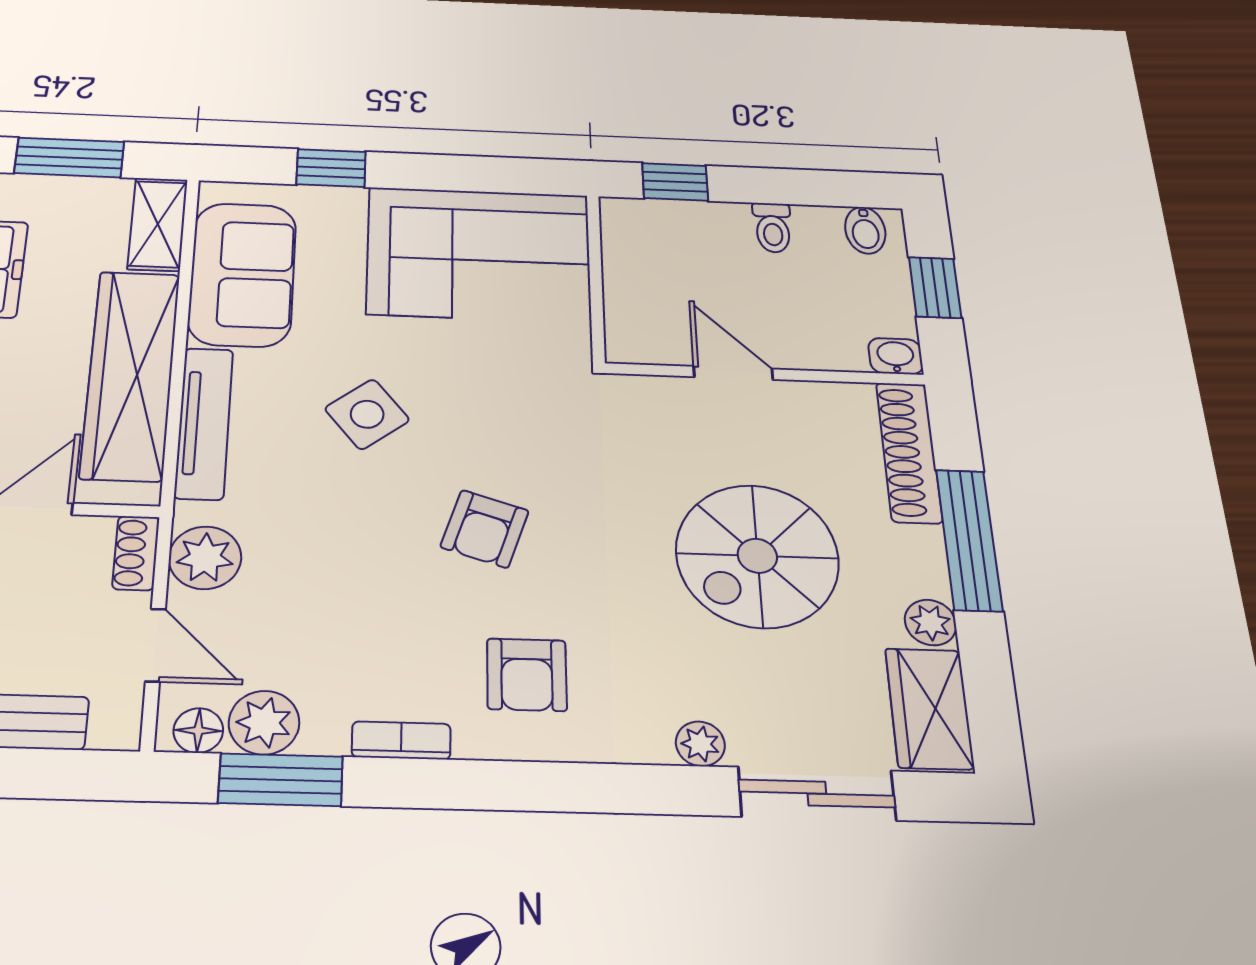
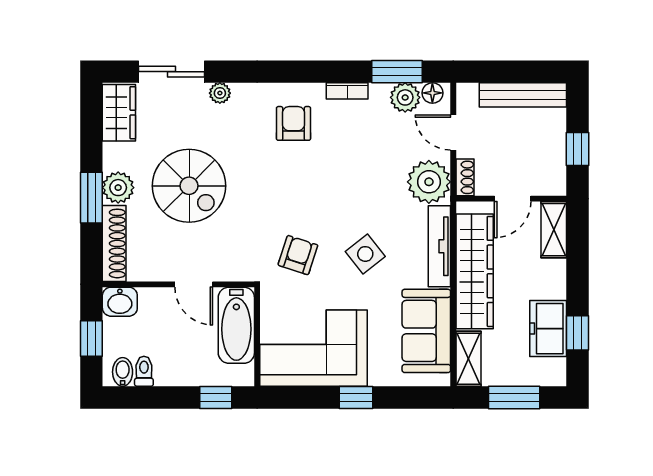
window: (331, 168) -> (356, 398), moved
toilet: (773, 228) -> (144, 371), moved
bathtub: (640, 299) -> (236, 325), added
washbasin: (896, 356) -> (120, 302), width x1.38, depth x1.45
armchair: (485, 529) -> (298, 255), moved
window: (969, 540) -> (91, 198), width x0.69
spiral stairs: (757, 556) -> (189, 186), turned 90
plant: (205, 558) -> (429, 182), width x1.36, depth x1.36
plant: (930, 622) -> (118, 188), moved, width x1.38, depth x1.38

